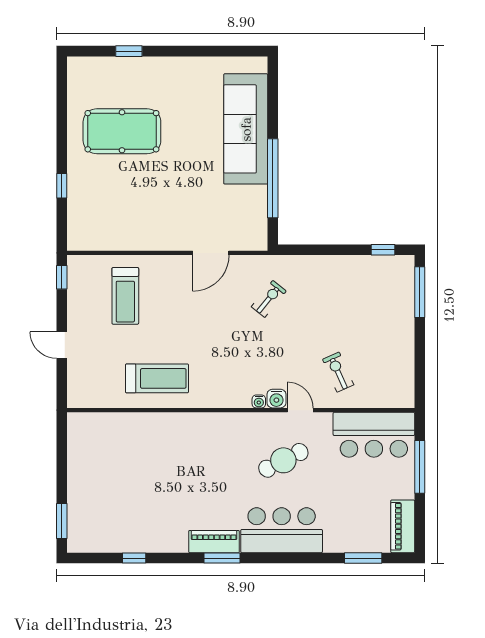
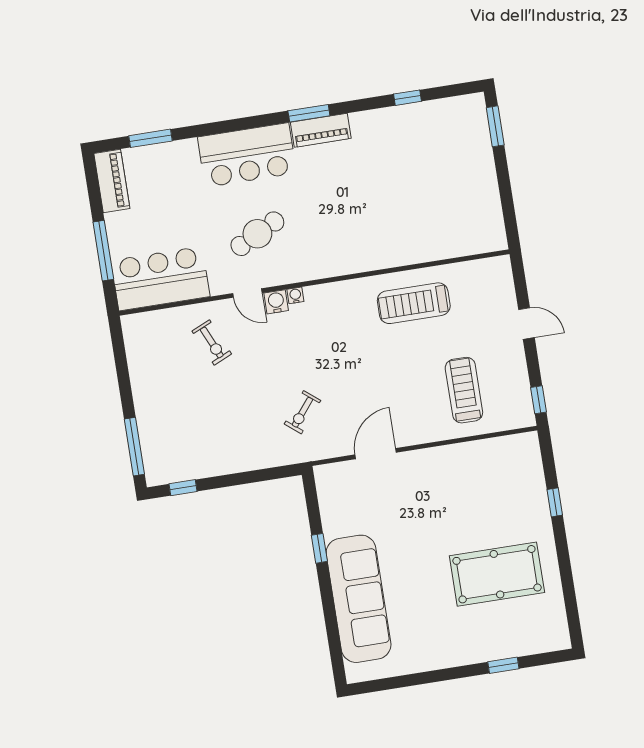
window: (273, 178) -> (319, 548), width x0.32

